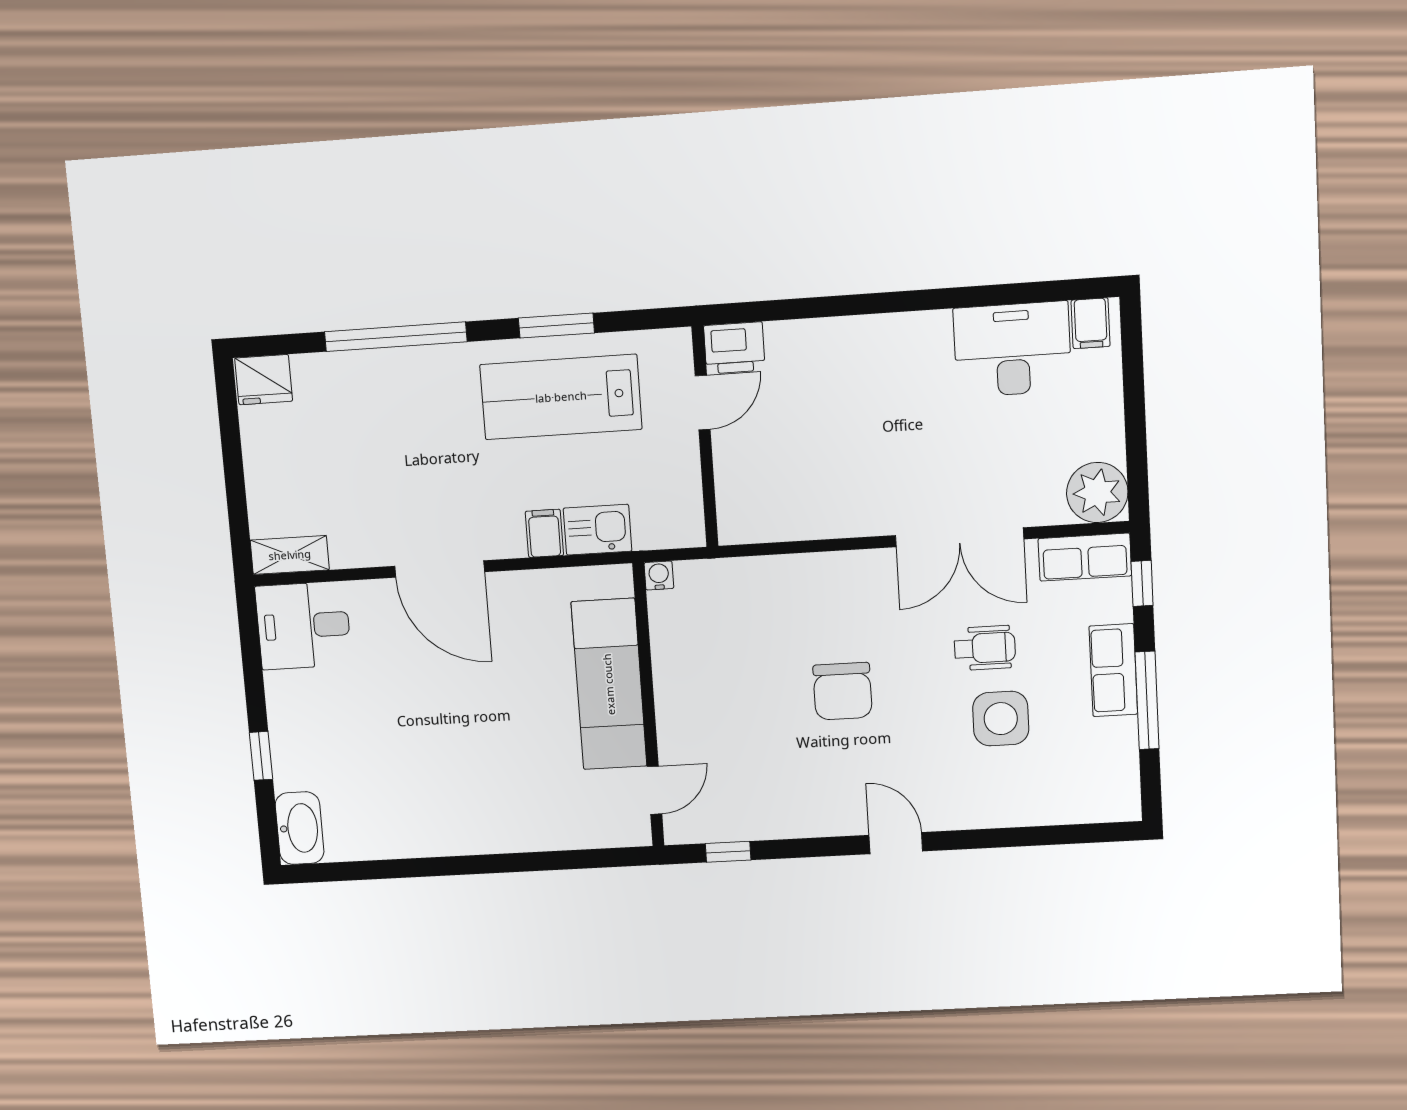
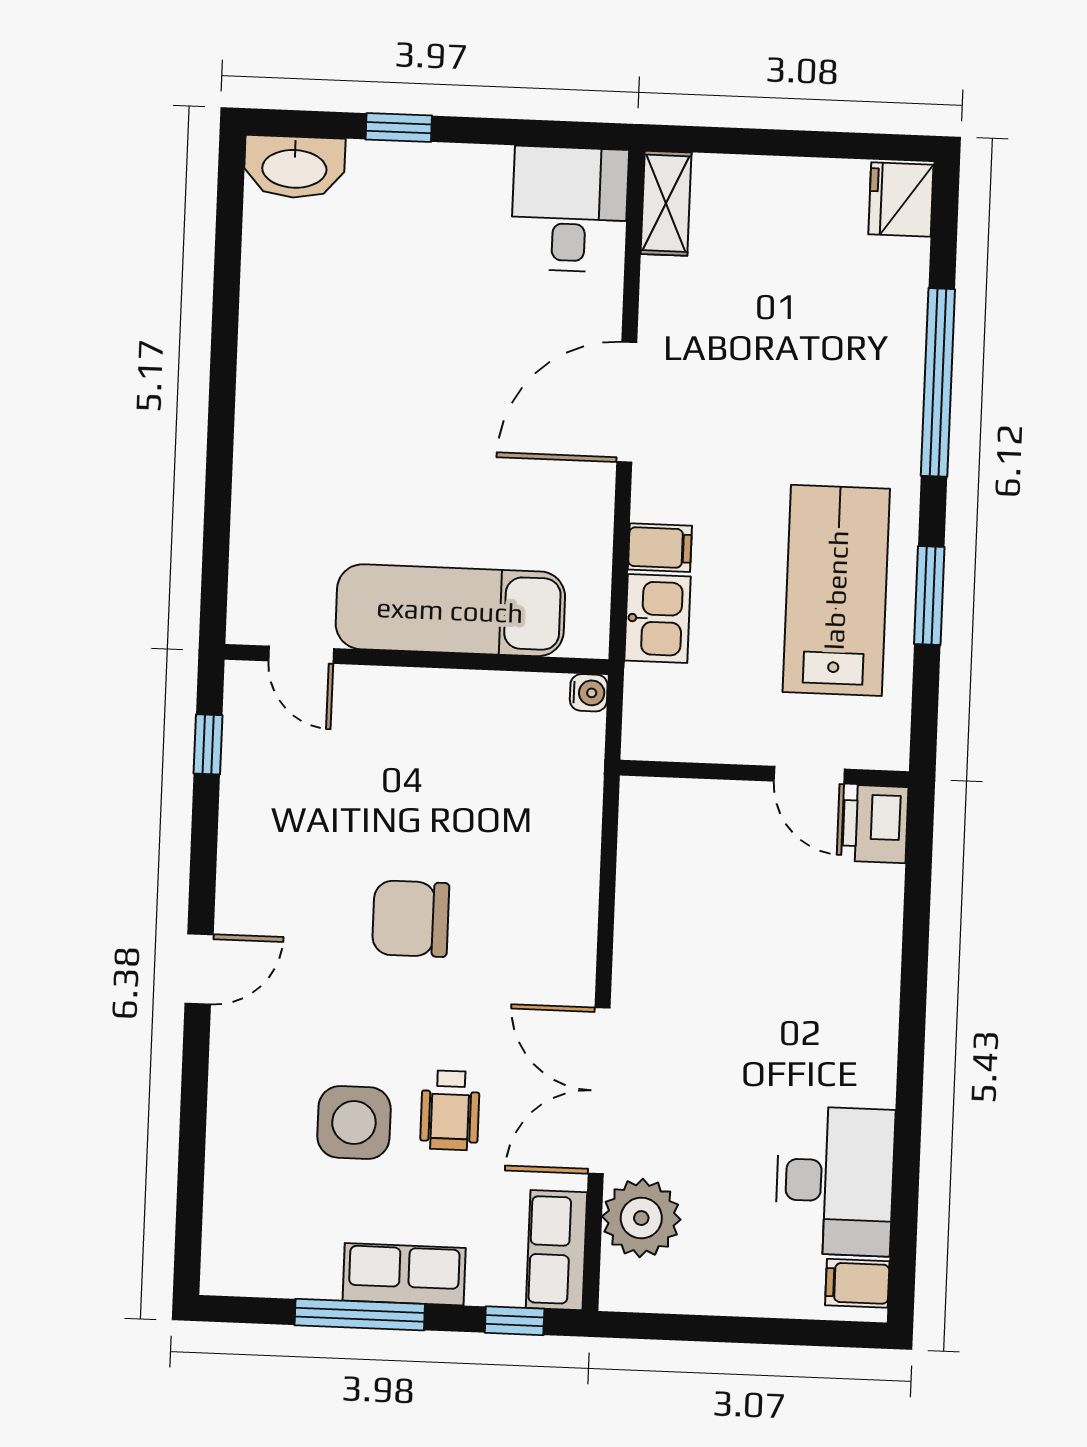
plant: (1097, 492) -> (641, 1218), moved

